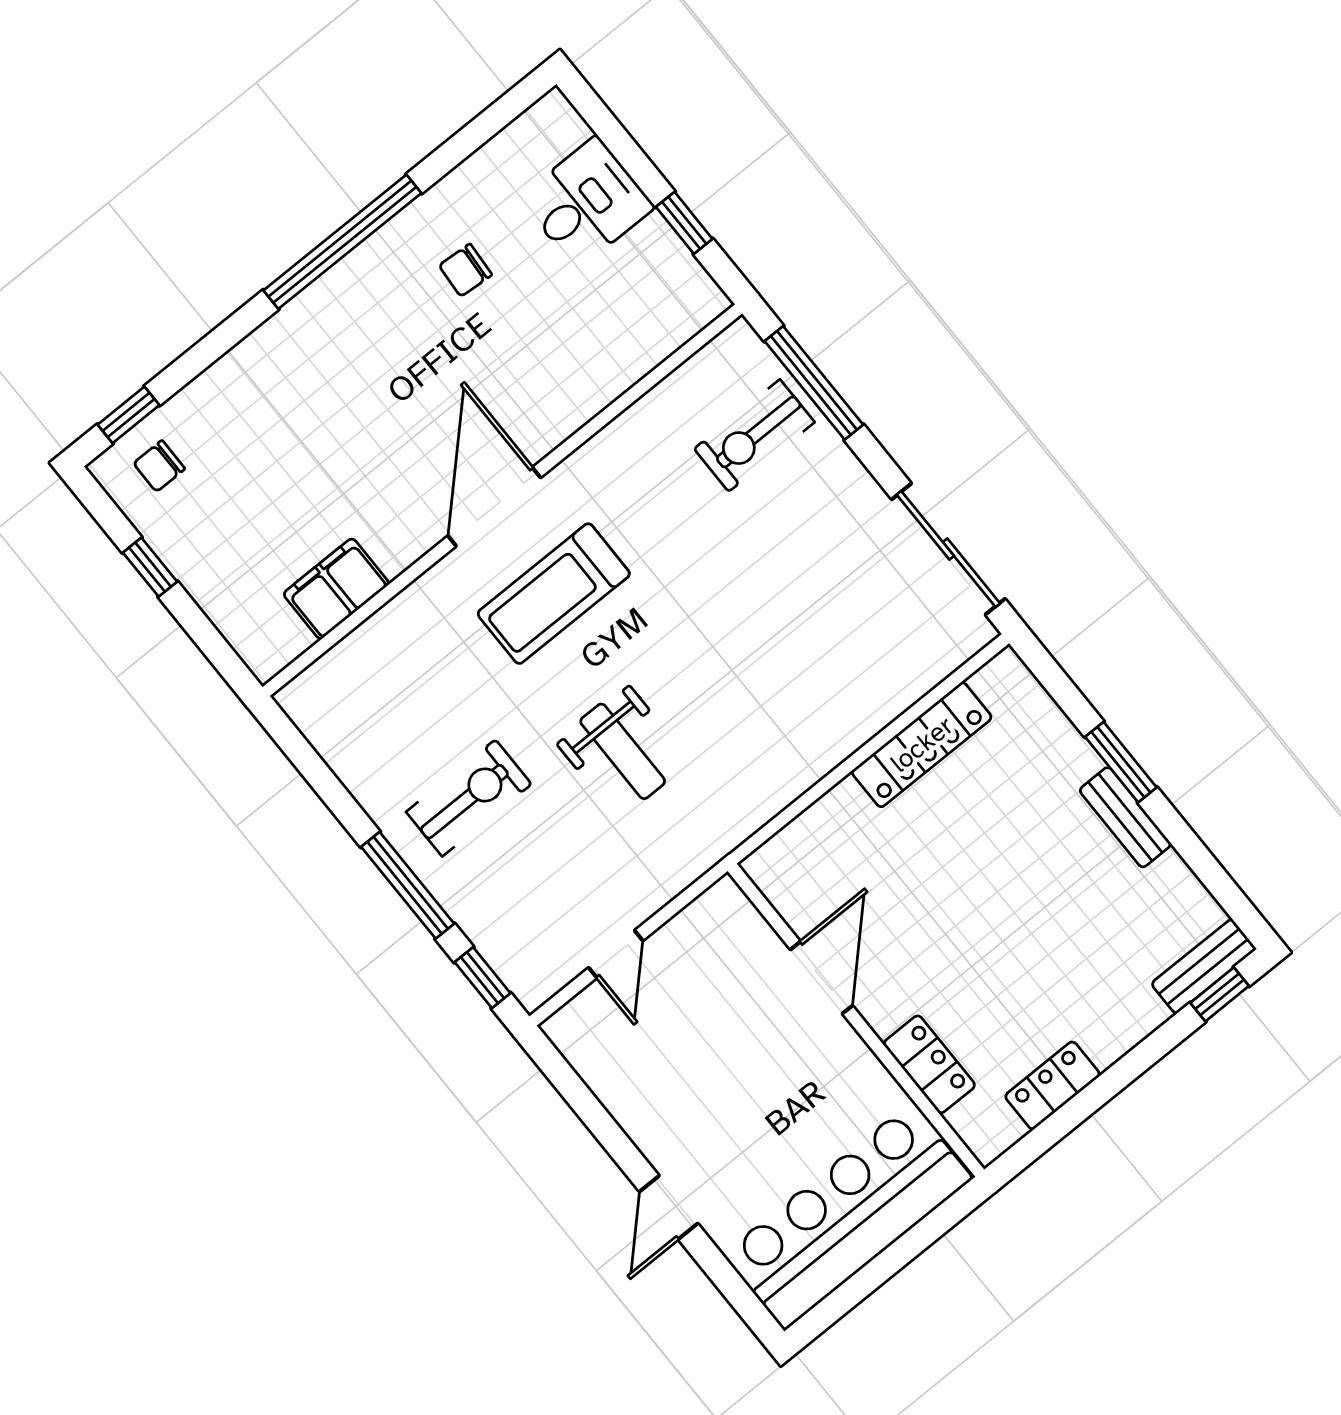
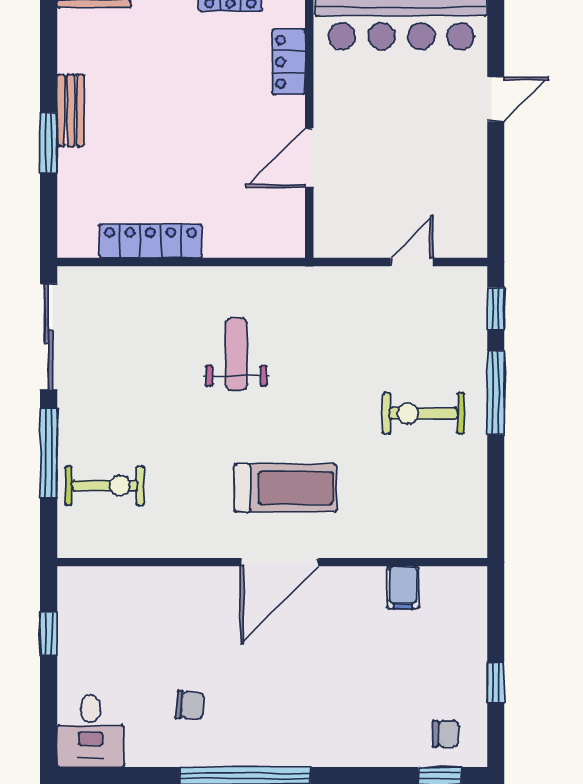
desk: (587, 203) -> (91, 731), moved, turned -90
window: (814, 383) -> (49, 453), moved
filing cabinet: (336, 589) -> (403, 588), width x0.50
weight bench: (623, 751) -> (236, 354), moved

